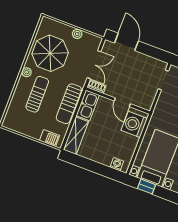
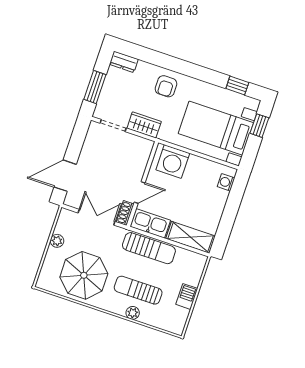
plant: (27, 72) -> (133, 313), moved
door: (122, 102) -> (140, 192), moved
wardrobe: (163, 104) -> (144, 125), added
barbecue: (49, 138) -> (187, 296), moved
window: (146, 187) -> (259, 126), moved

